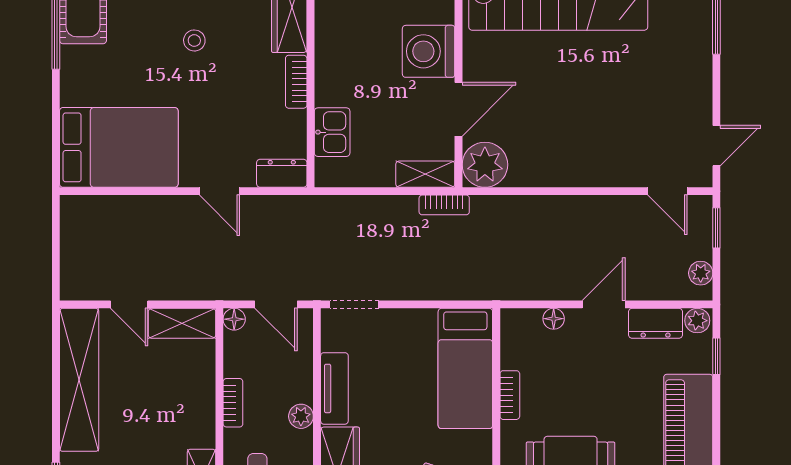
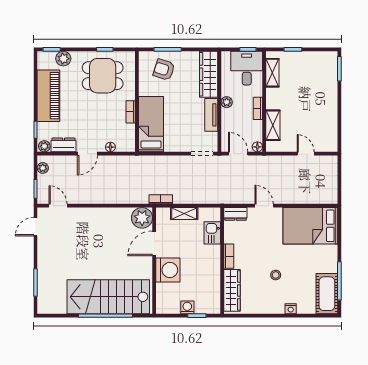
shelving: (425, 174) -> (184, 214), moved
shelving: (182, 323) -> (273, 125), moved, turned 90
shelving: (79, 380) -> (329, 119), removed

